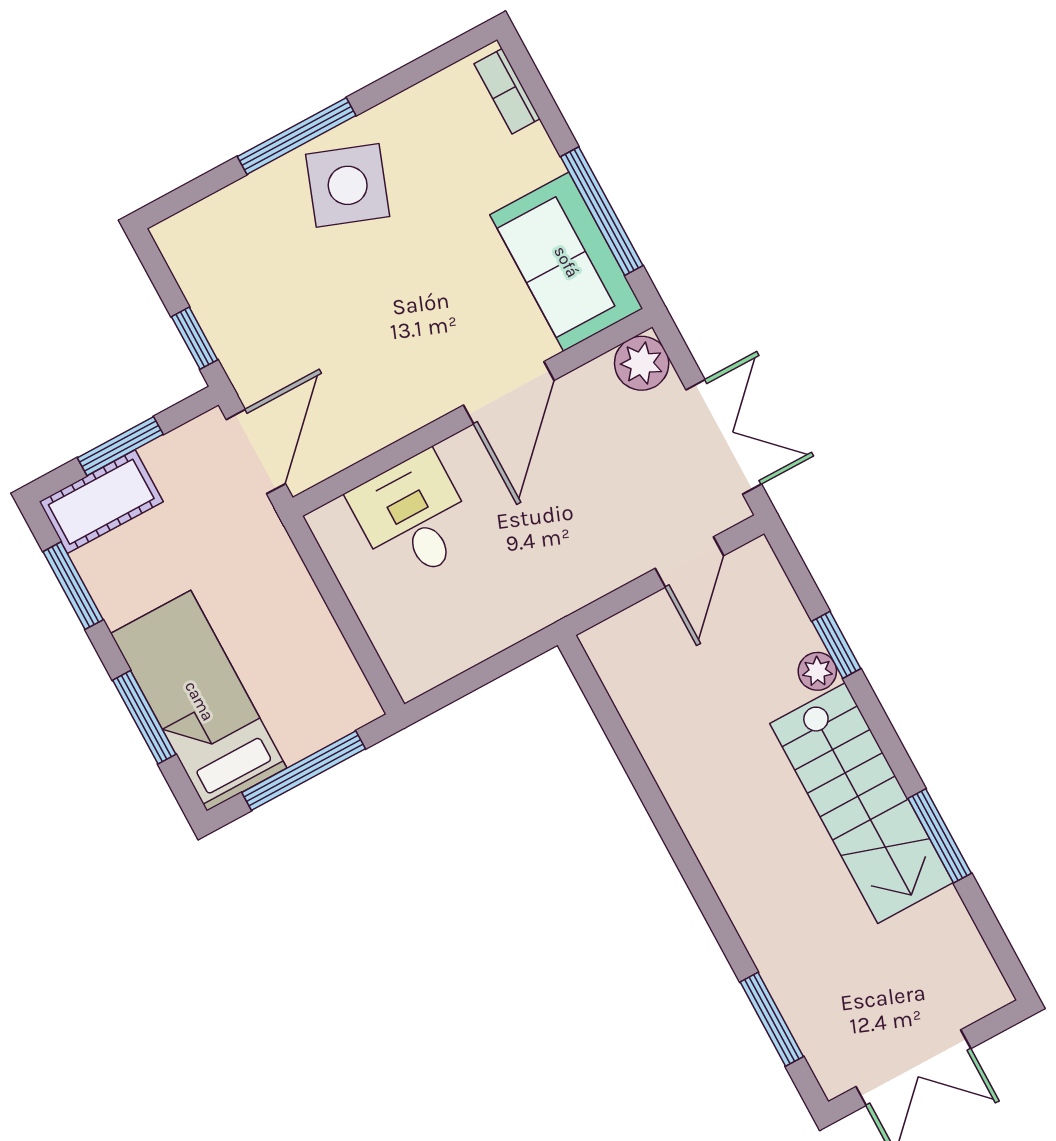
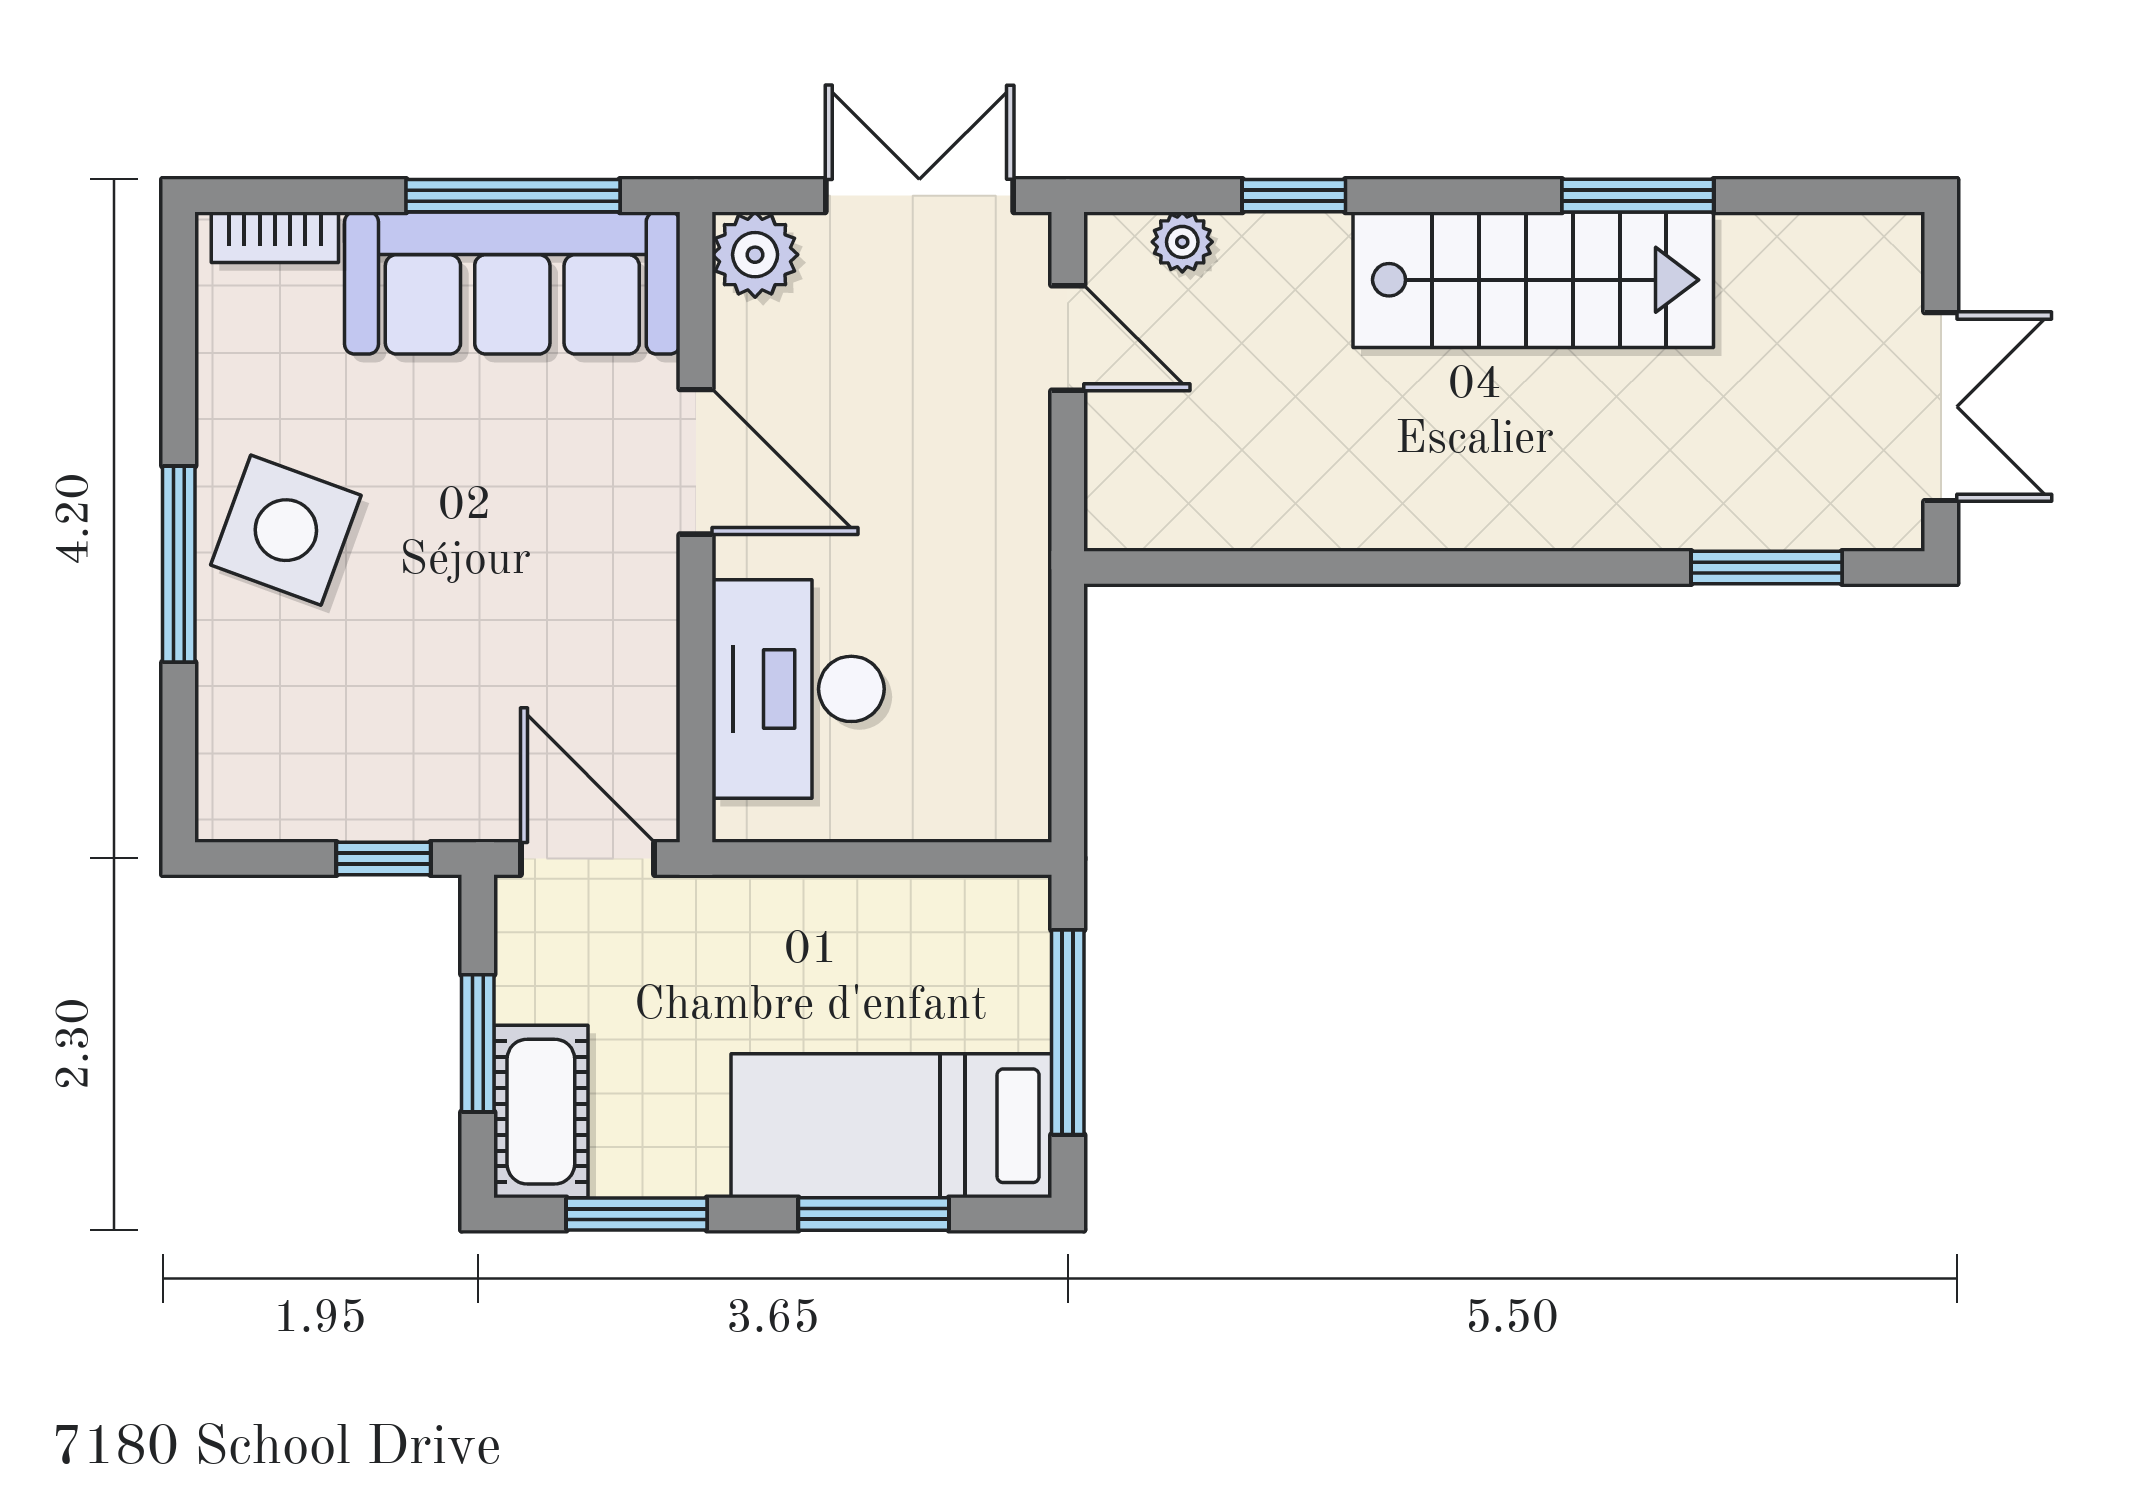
sofa: (566, 262) -> (512, 283), width x1.36
desk: (413, 518) -> (798, 689), width x1.37
plant: (817, 671) -> (1182, 242), moved

